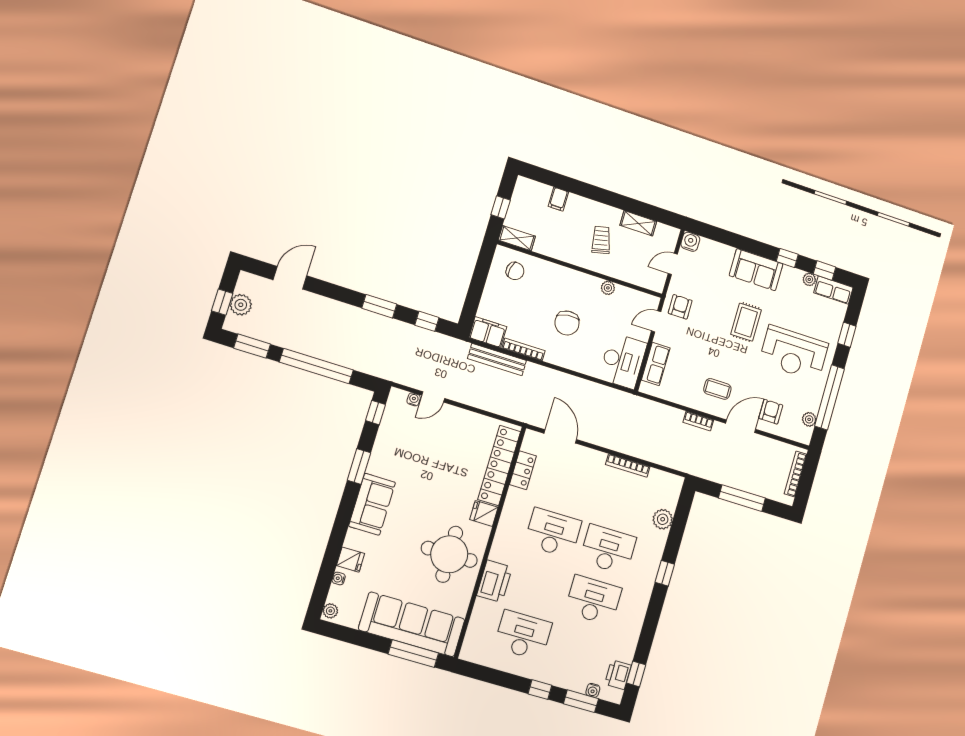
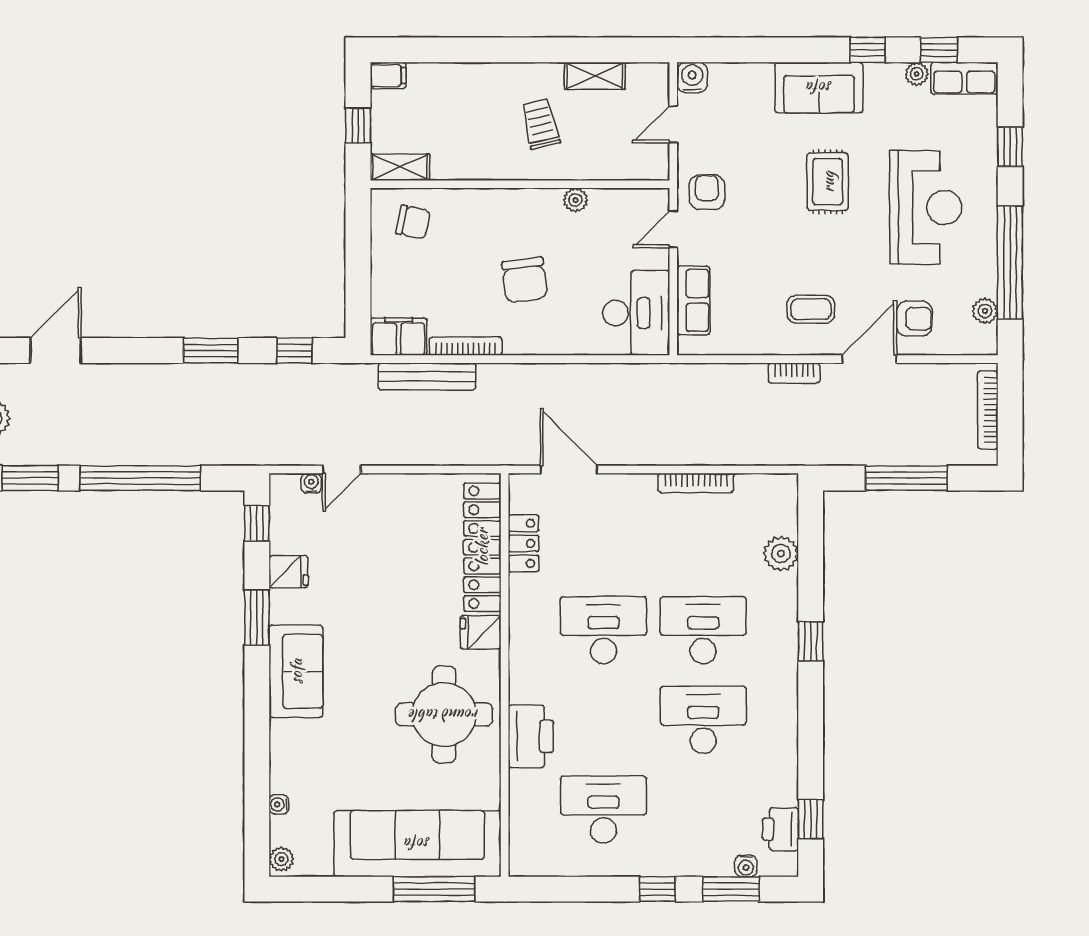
filing cabinet: (558, 199) -> (388, 76), moved, turned -90
reception desk: (794, 353) -> (926, 208), turned -90
armchair: (771, 412) -> (914, 319), turned 90
fridge: (351, 560) -> (288, 572), moved

